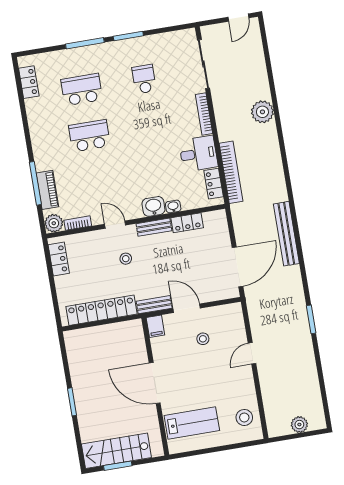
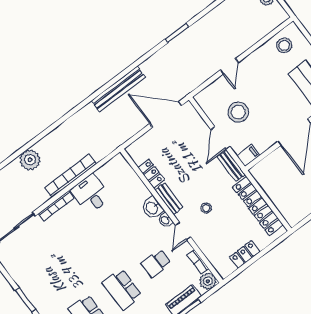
school desk: (144, 79) -> (156, 264), moved
bookcase: (231, 172) -> (70, 176), moved
locker: (214, 184) -> (108, 169), removed
washbasin: (173, 206) -> (165, 220), moved
locker: (59, 259) -> (245, 254), moved
stool: (203, 339) -> (238, 112), width x1.89, depth x1.89
door: (252, 353) -> (229, 66), hinge flipped

